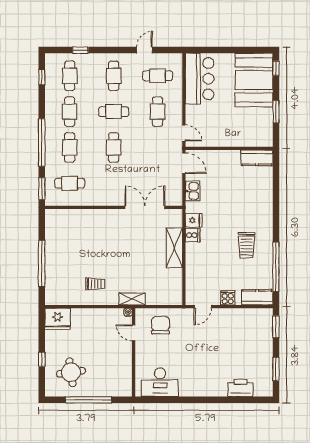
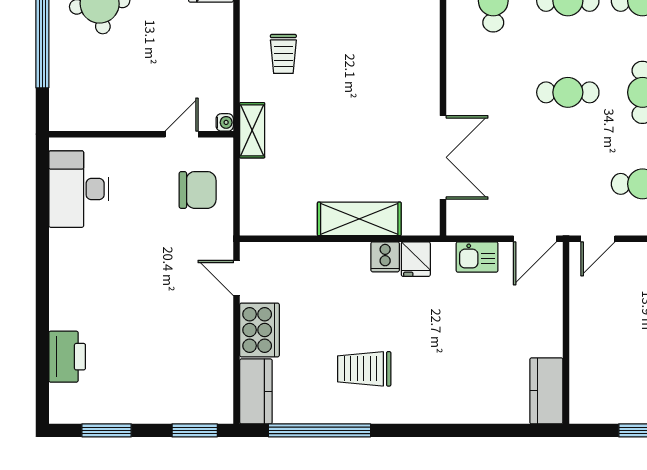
cooker: (228, 298) -> (259, 330), width x1.87, depth x1.31

